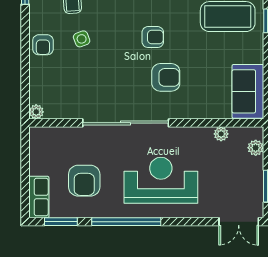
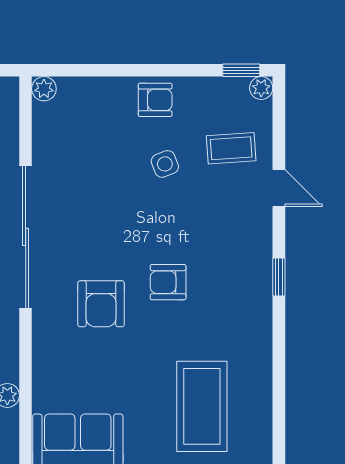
armchair: (153, 37) -> (168, 282), turned 90
armchair: (43, 45) -> (155, 100), turned 180

